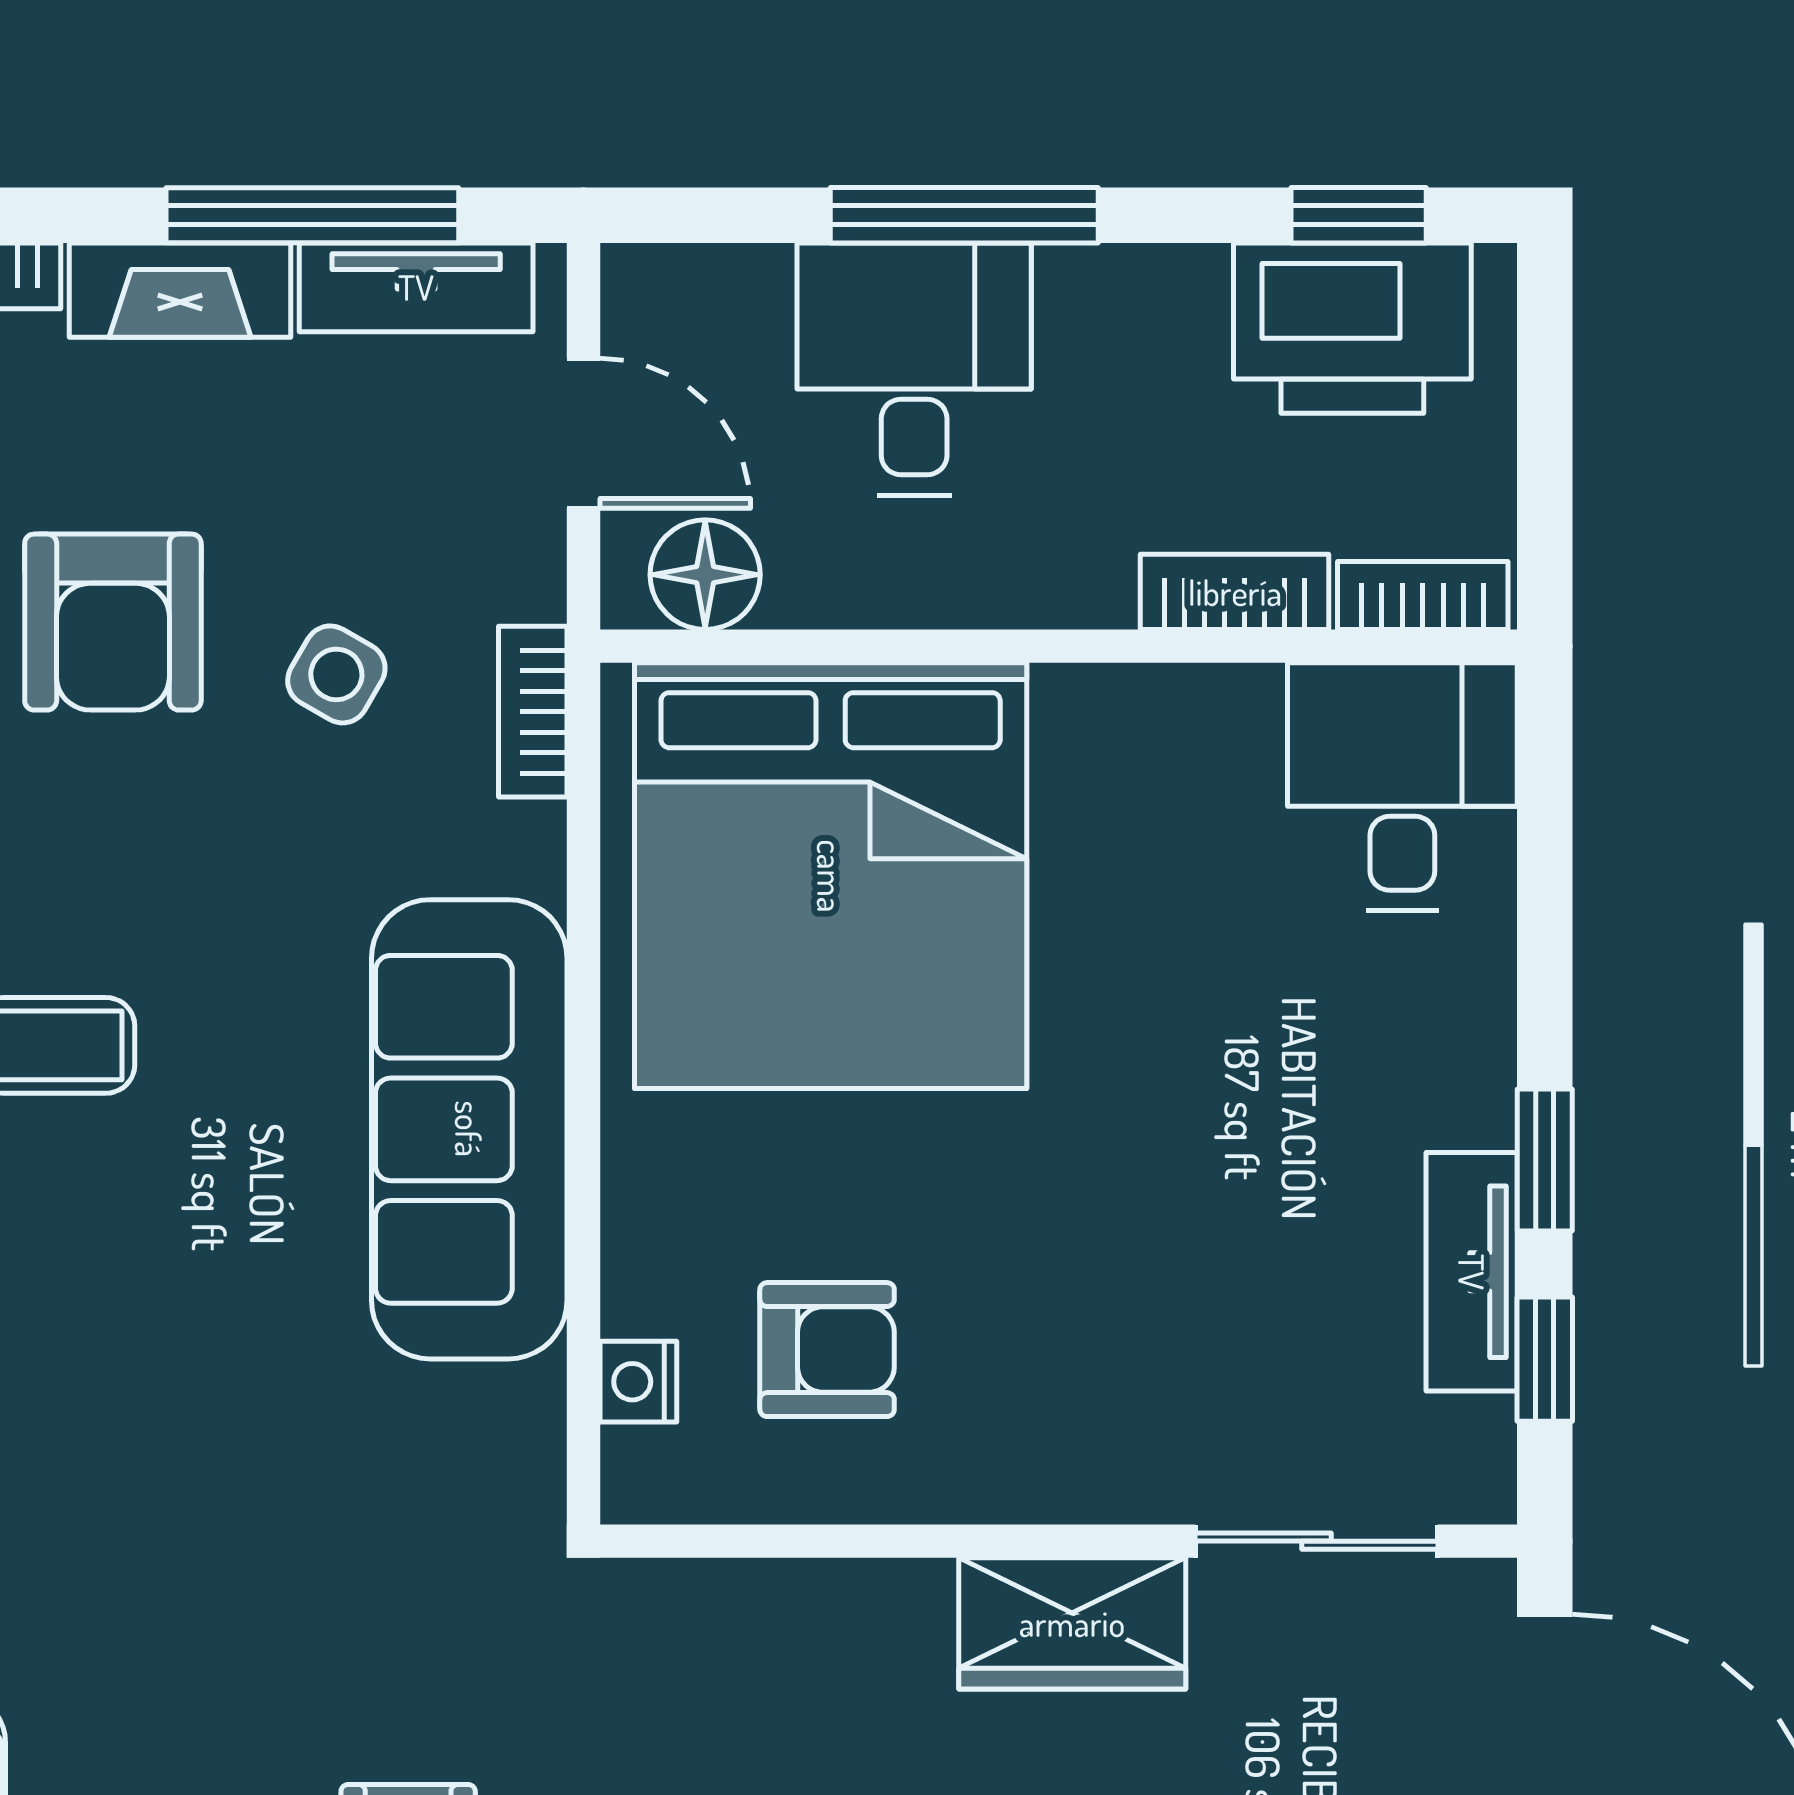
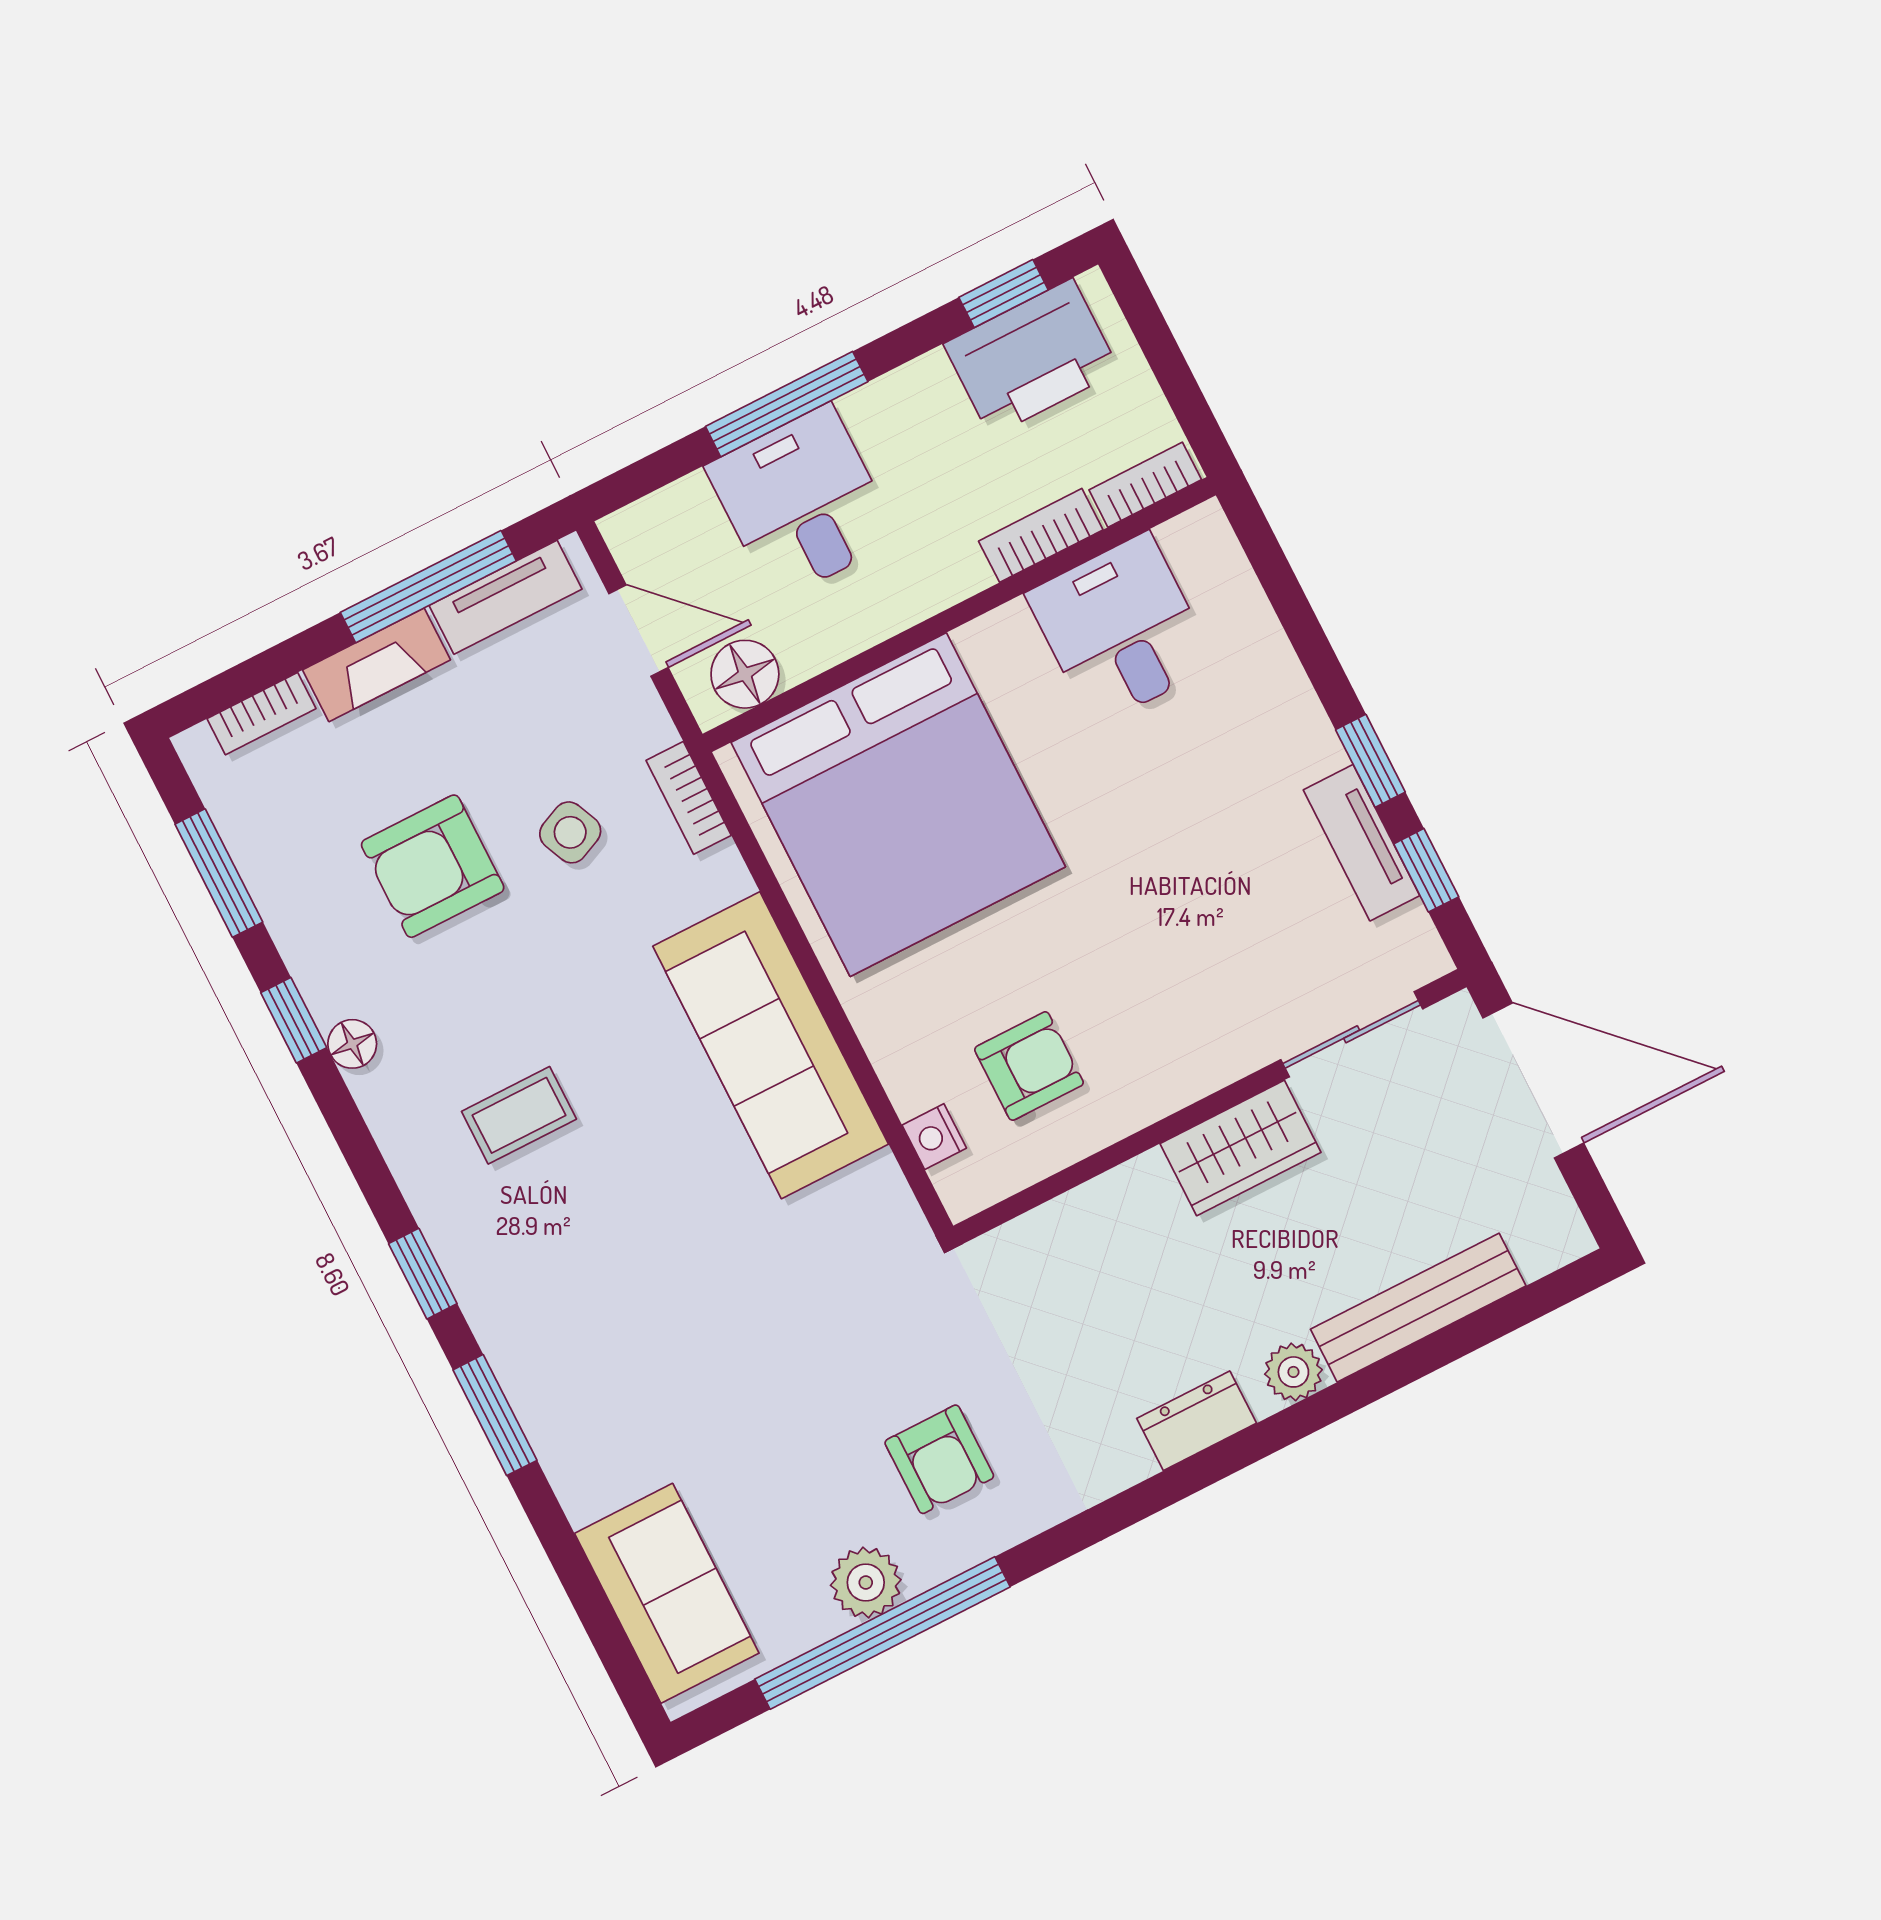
armchair: (113, 622) -> (433, 866), turned 90
side table: (336, 674) -> (570, 832), turned 36
desk: (1402, 786) -> (1121, 629), moved

